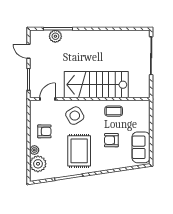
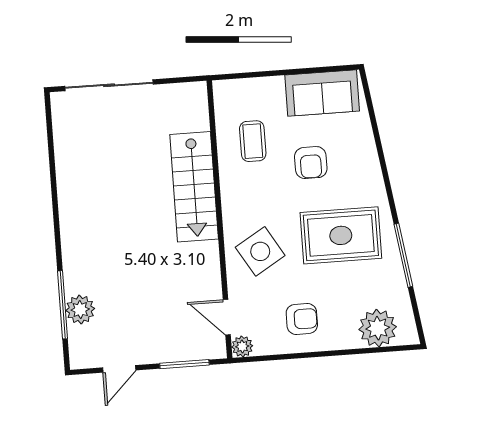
stairs: (96, 85) -> (194, 187), width x0.73, depth x0.66
coffee table: (114, 111) -> (253, 141), moved
armchair: (44, 131) -> (302, 319), turned 90
plant: (34, 150) -> (242, 346), moved

